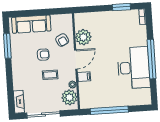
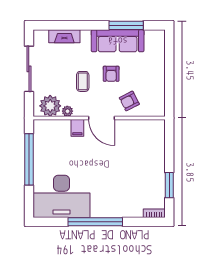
sofa: (31, 24) -> (118, 41), moved, turned -90
plant: (83, 37) -> (131, 130), removed
desk: (134, 68) -> (61, 196), moved
fireplace: (19, 102) -> (64, 36), moved

